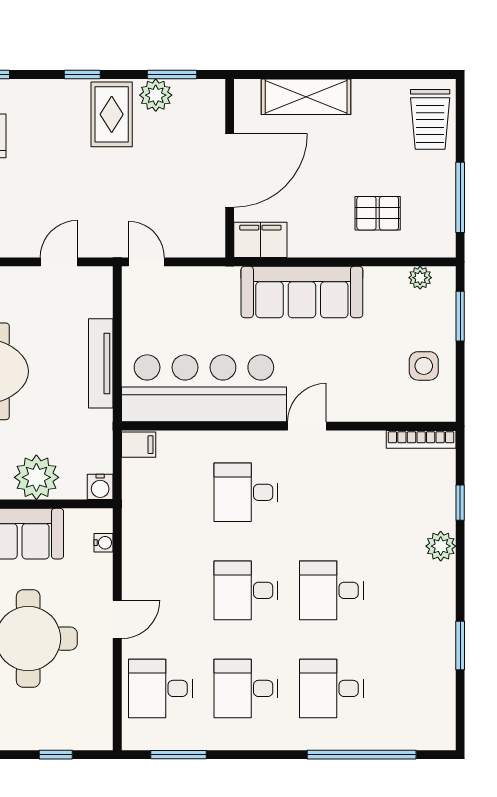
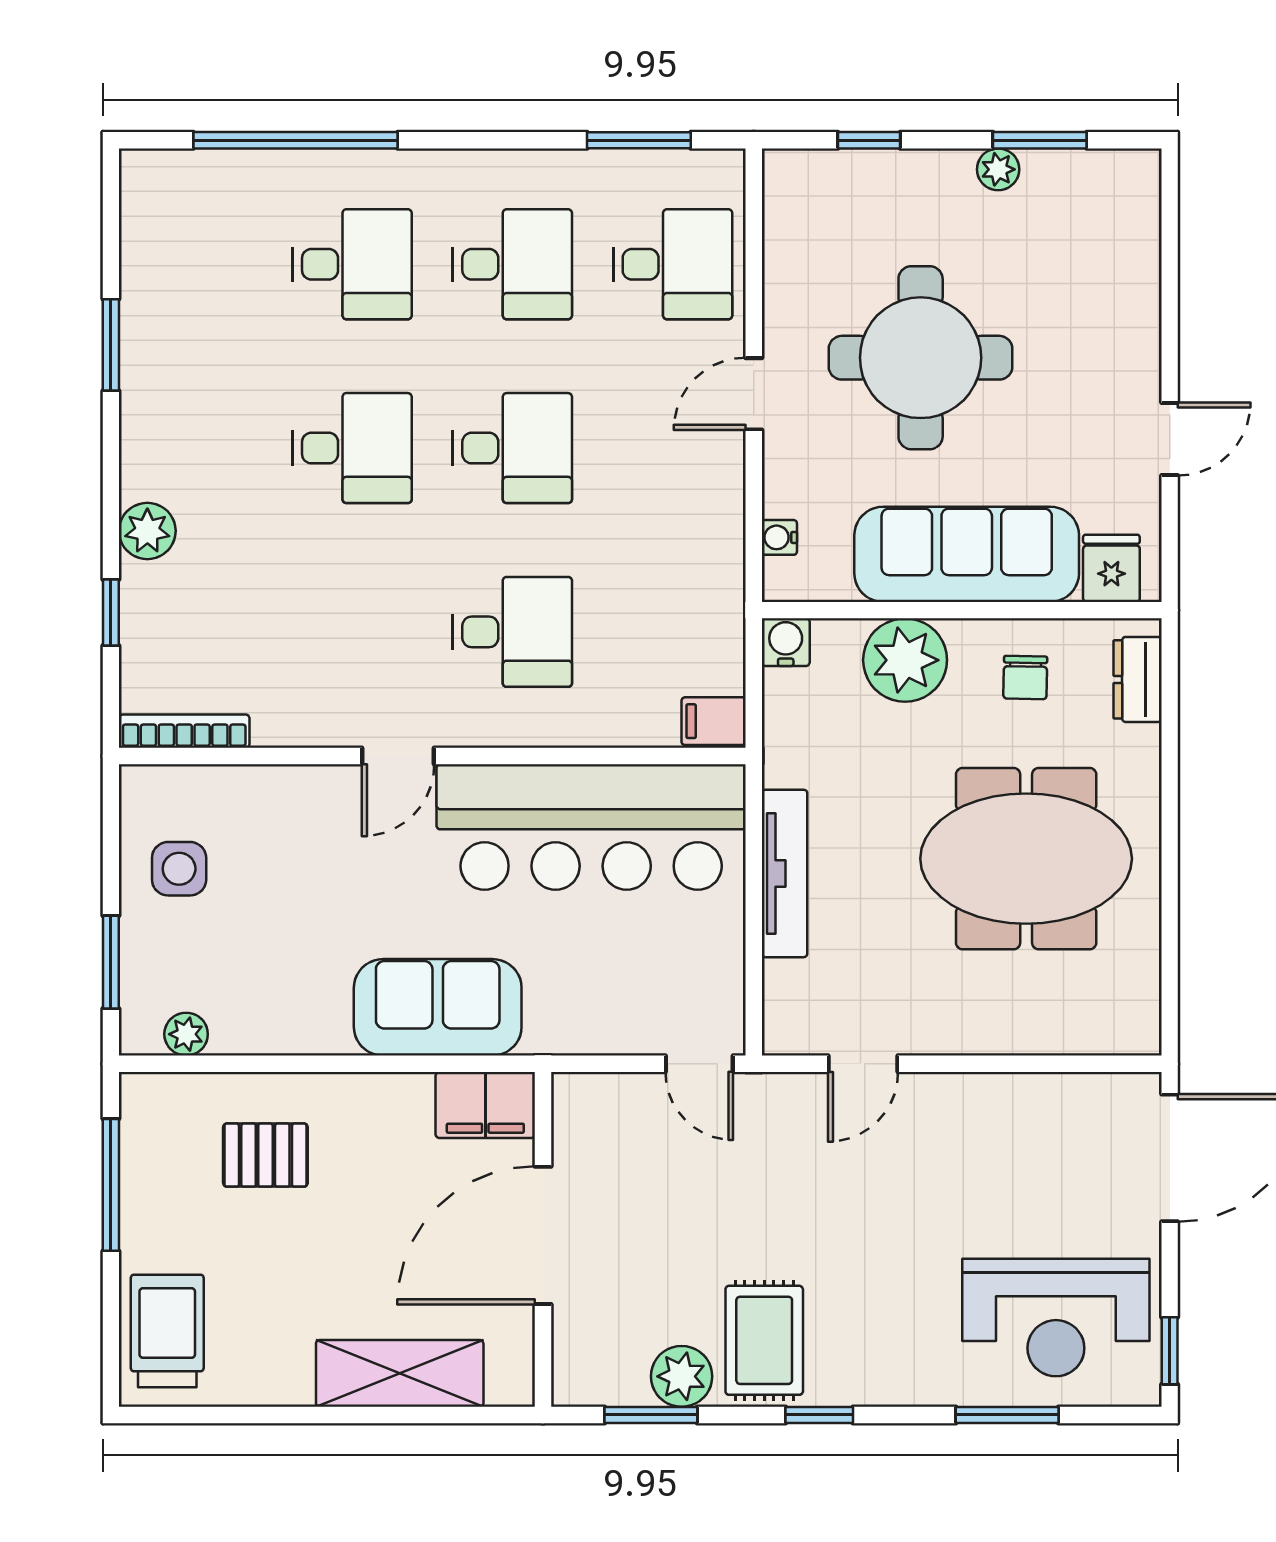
sofa: (302, 292) -> (438, 1007), width x0.73

